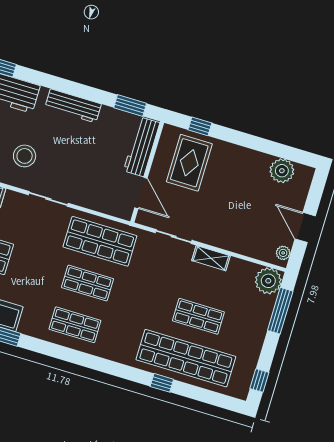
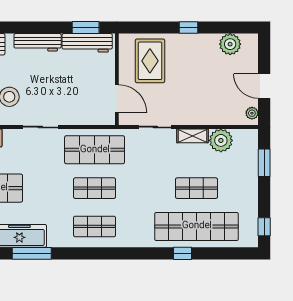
window: (200, 126) -> (188, 27), moved
workbench: (142, 147) -> (87, 43), moved, turned -90
plant: (268, 281) -> (221, 140), moved
window: (280, 311) -> (264, 163), width x0.69

